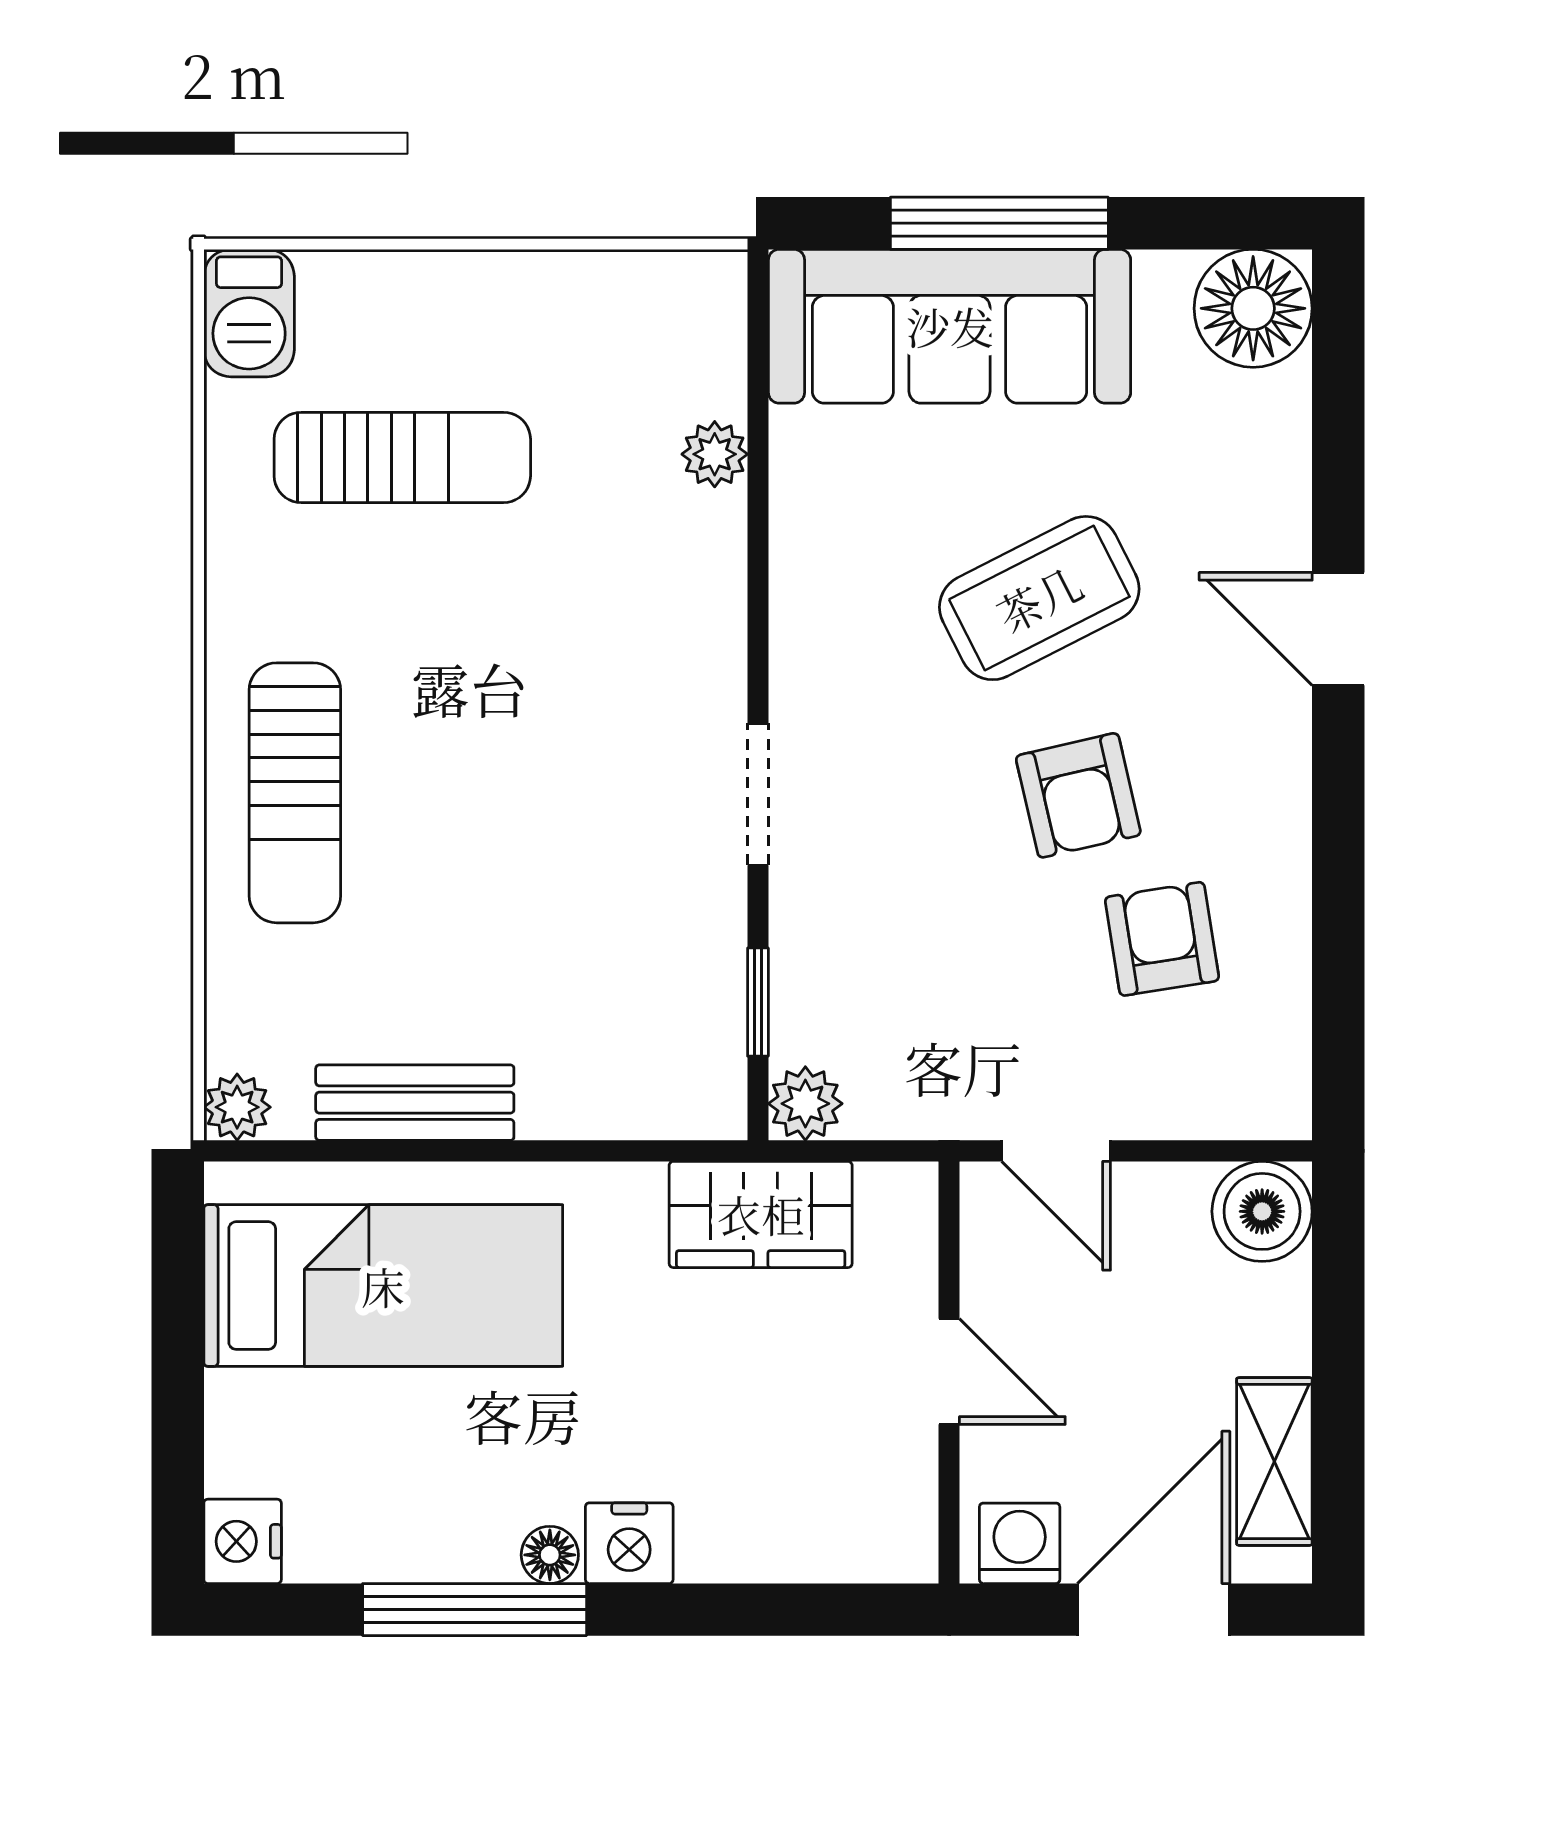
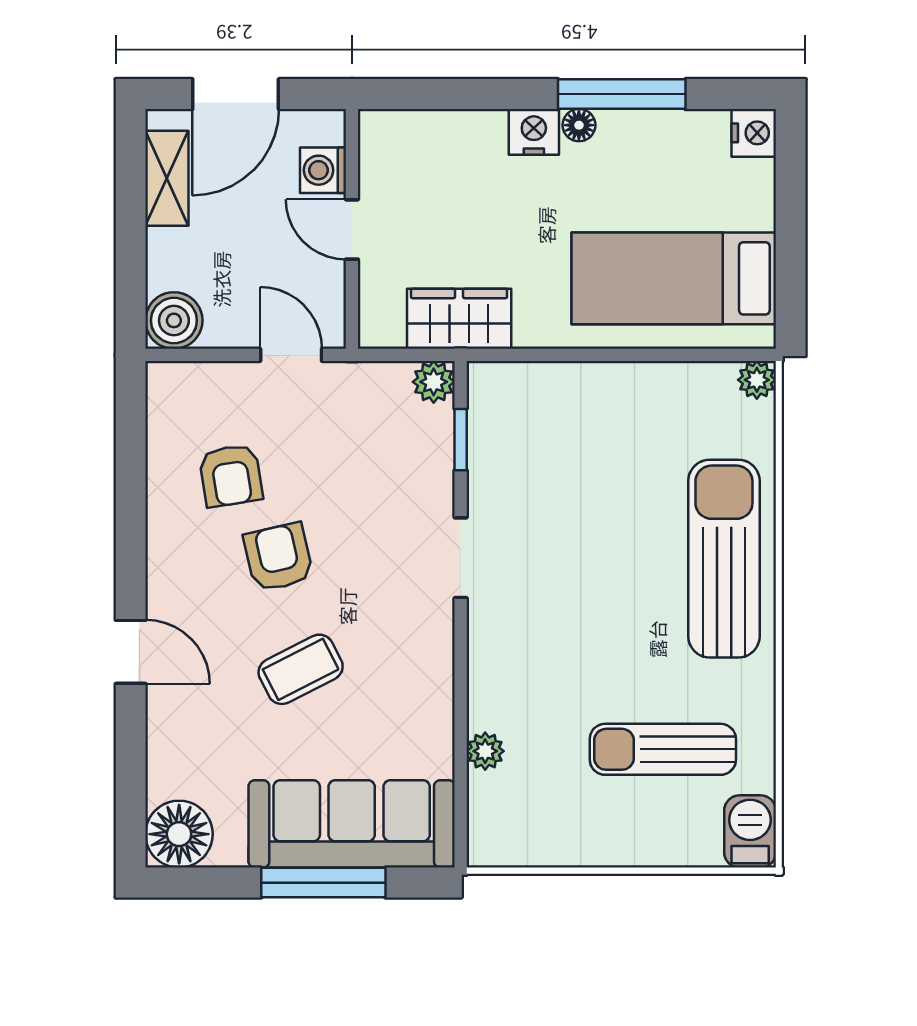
coffee table: (1039, 598) -> (301, 669), width x0.73, depth x0.77
sun lounger: (295, 793) -> (724, 559), width x1.36, depth x1.34
bench: (415, 1103) -> (656, 382), removed
washing machine: (1020, 1543) -> (323, 170), moved, turned 90

